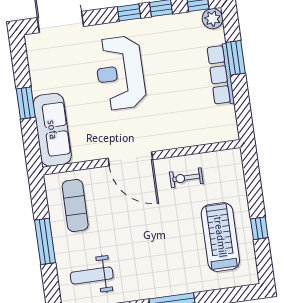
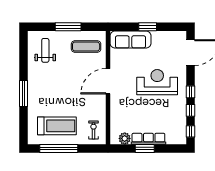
plant: (213, 19) -> (125, 138), moved
window: (236, 58) -> (145, 148), moved
exercise bike: (186, 178) -> (94, 130), moved
window: (259, 228) -> (59, 148), width x3.17

